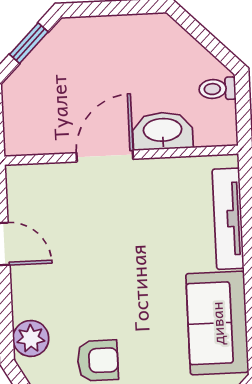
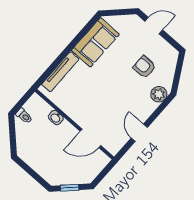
washbasin: (163, 131) -> (56, 117), width x0.52, depth x0.69
door: (105, 156) -> (90, 138), moved

